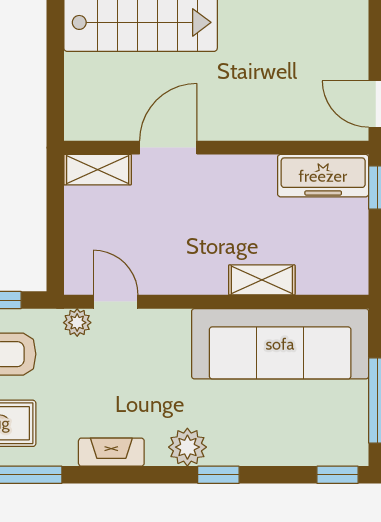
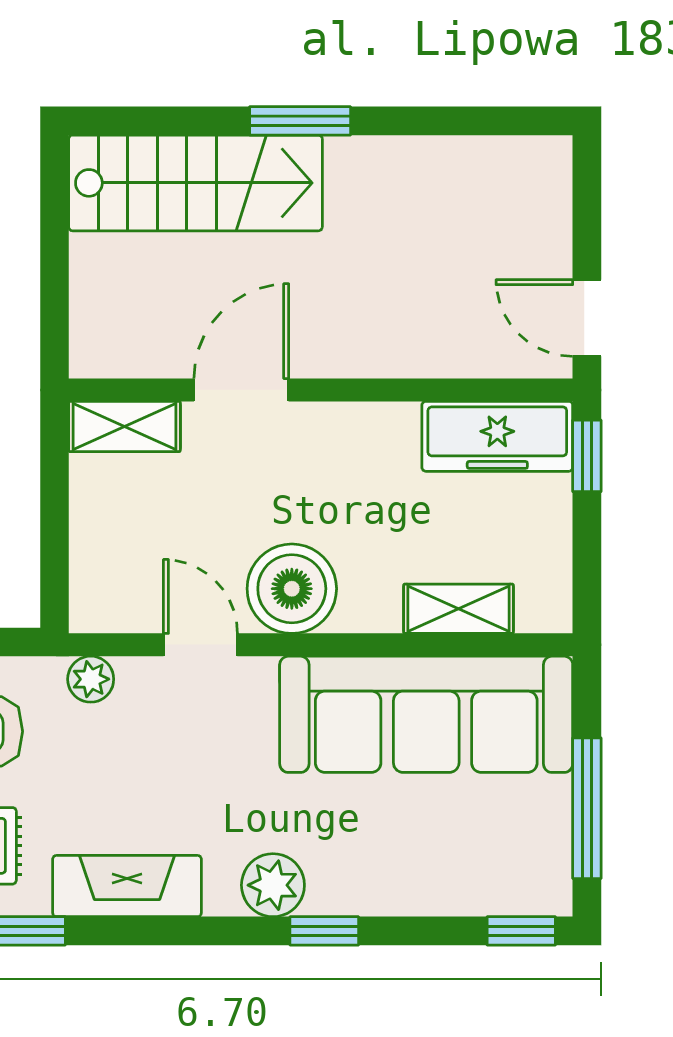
boiler: (199, 268) -> (292, 589), added
shelving: (262, 280) -> (459, 609), moved
door: (116, 302) -> (200, 645), moved
fireplace: (111, 452) -> (127, 886), width x1.37, depth x1.32

